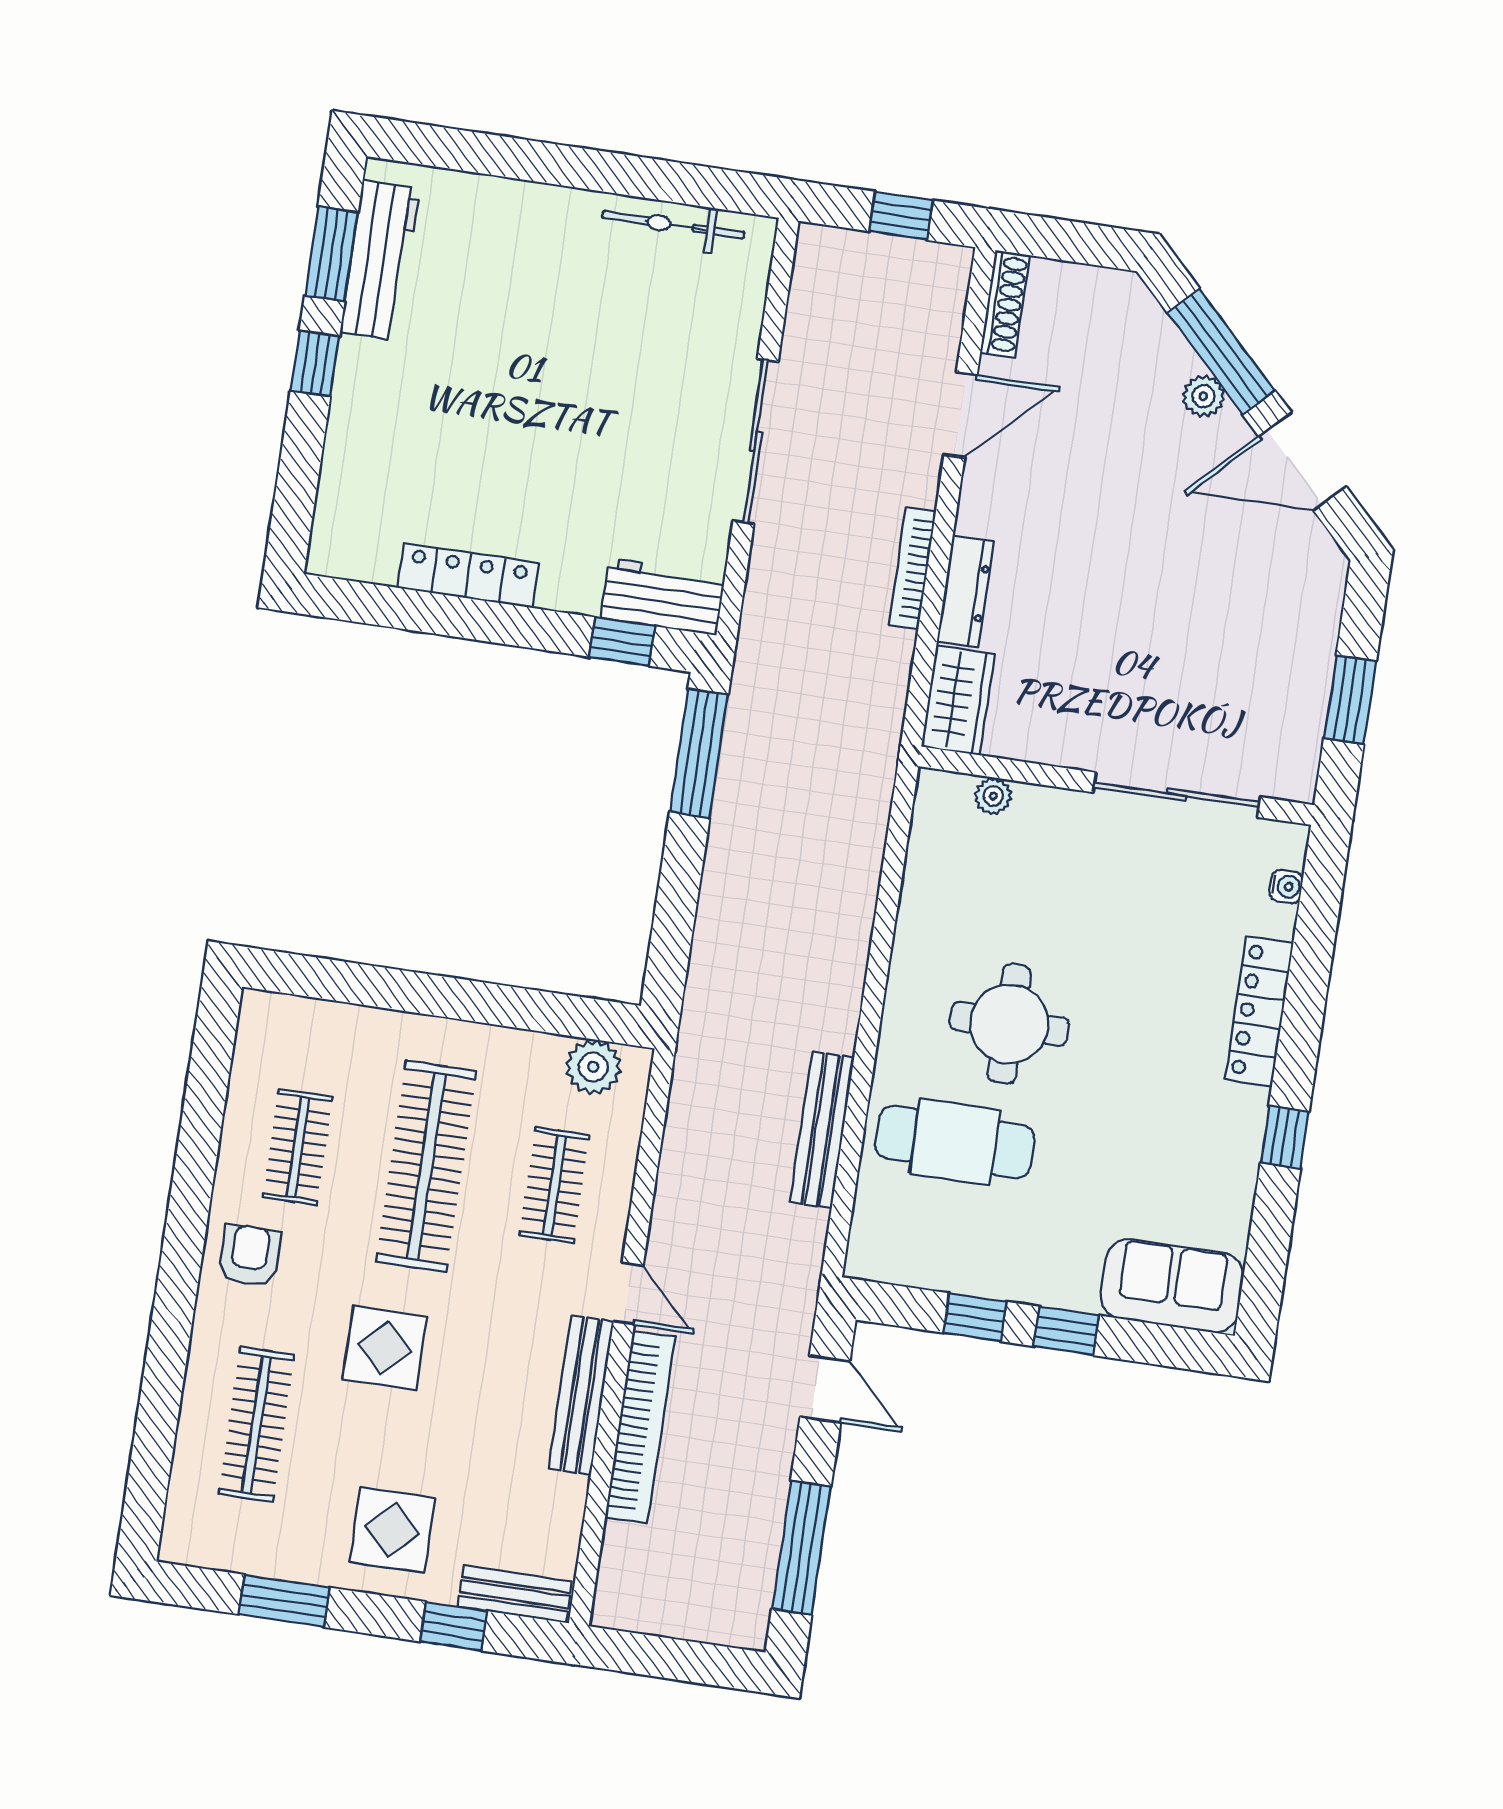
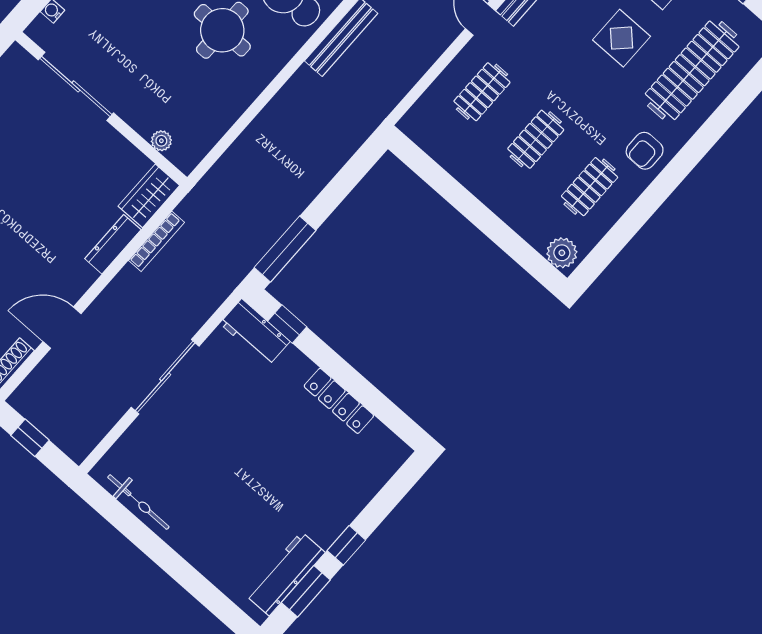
bookcase: (912, 568) -> (157, 241), moved
plant: (593, 1067) -> (562, 253), moved
clothes rail: (426, 1166) -> (536, 139), width x0.54, depth x0.76
display table: (385, 1348) -> (622, 38), moved
clothes rail: (256, 1425) -> (692, 70), width x1.37, depth x1.31

